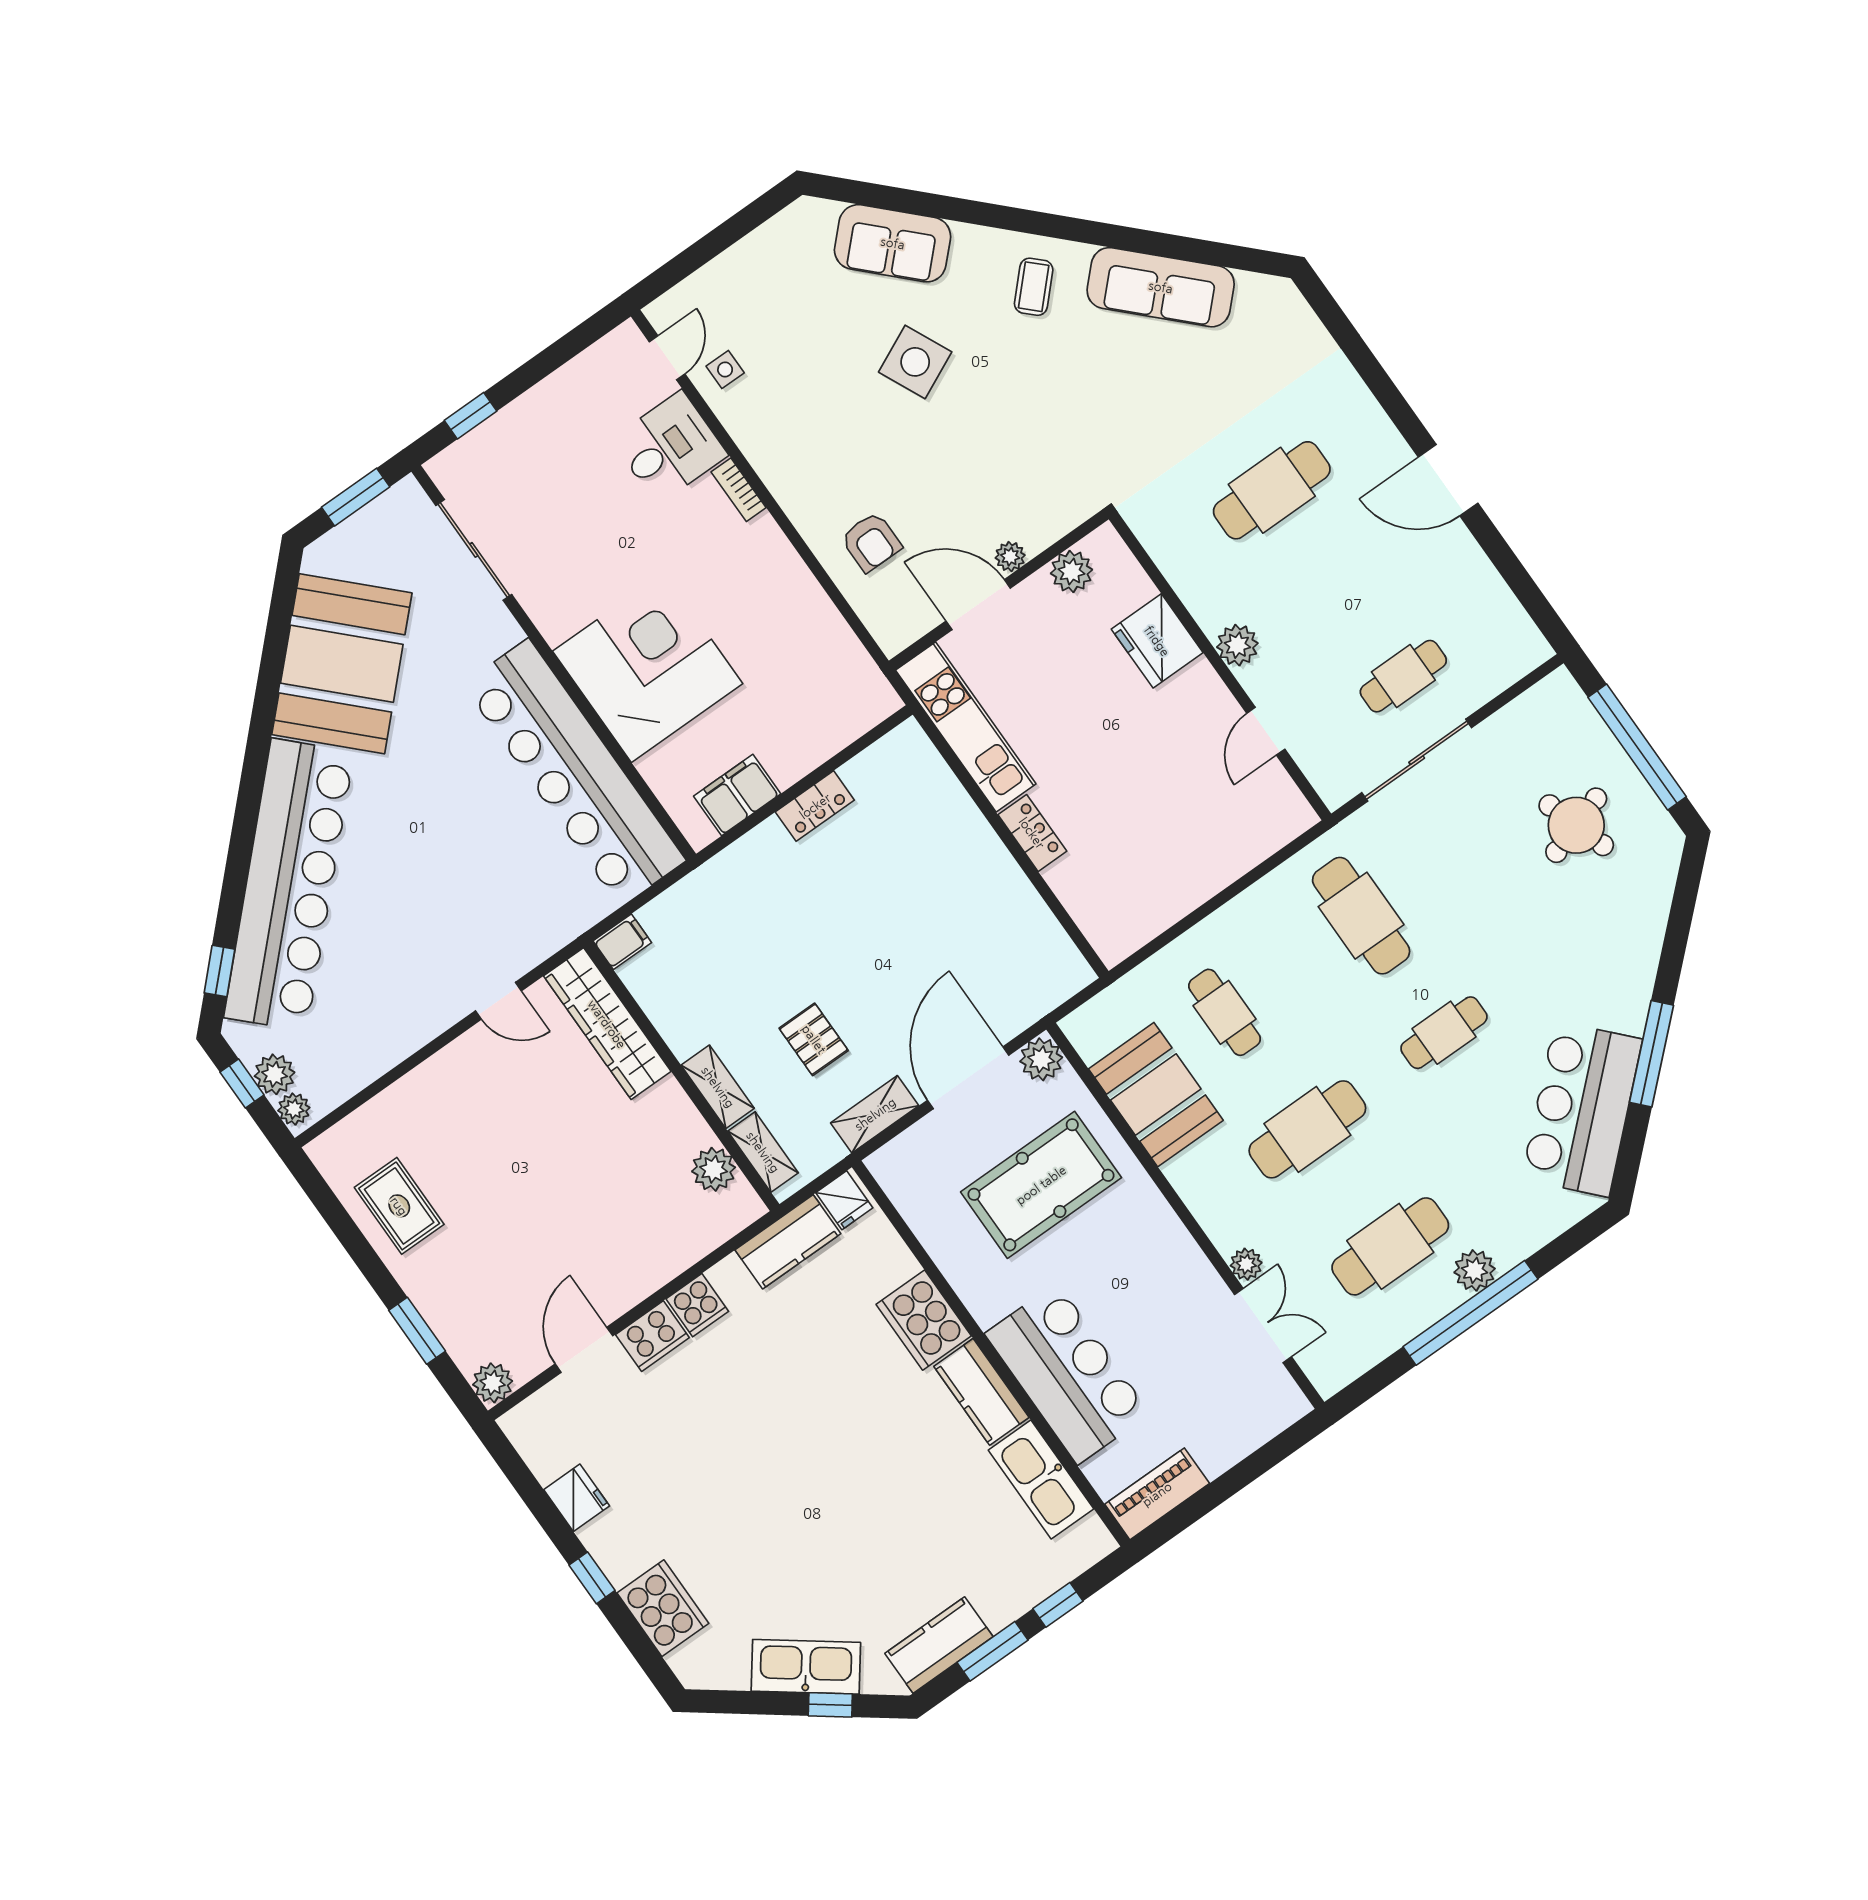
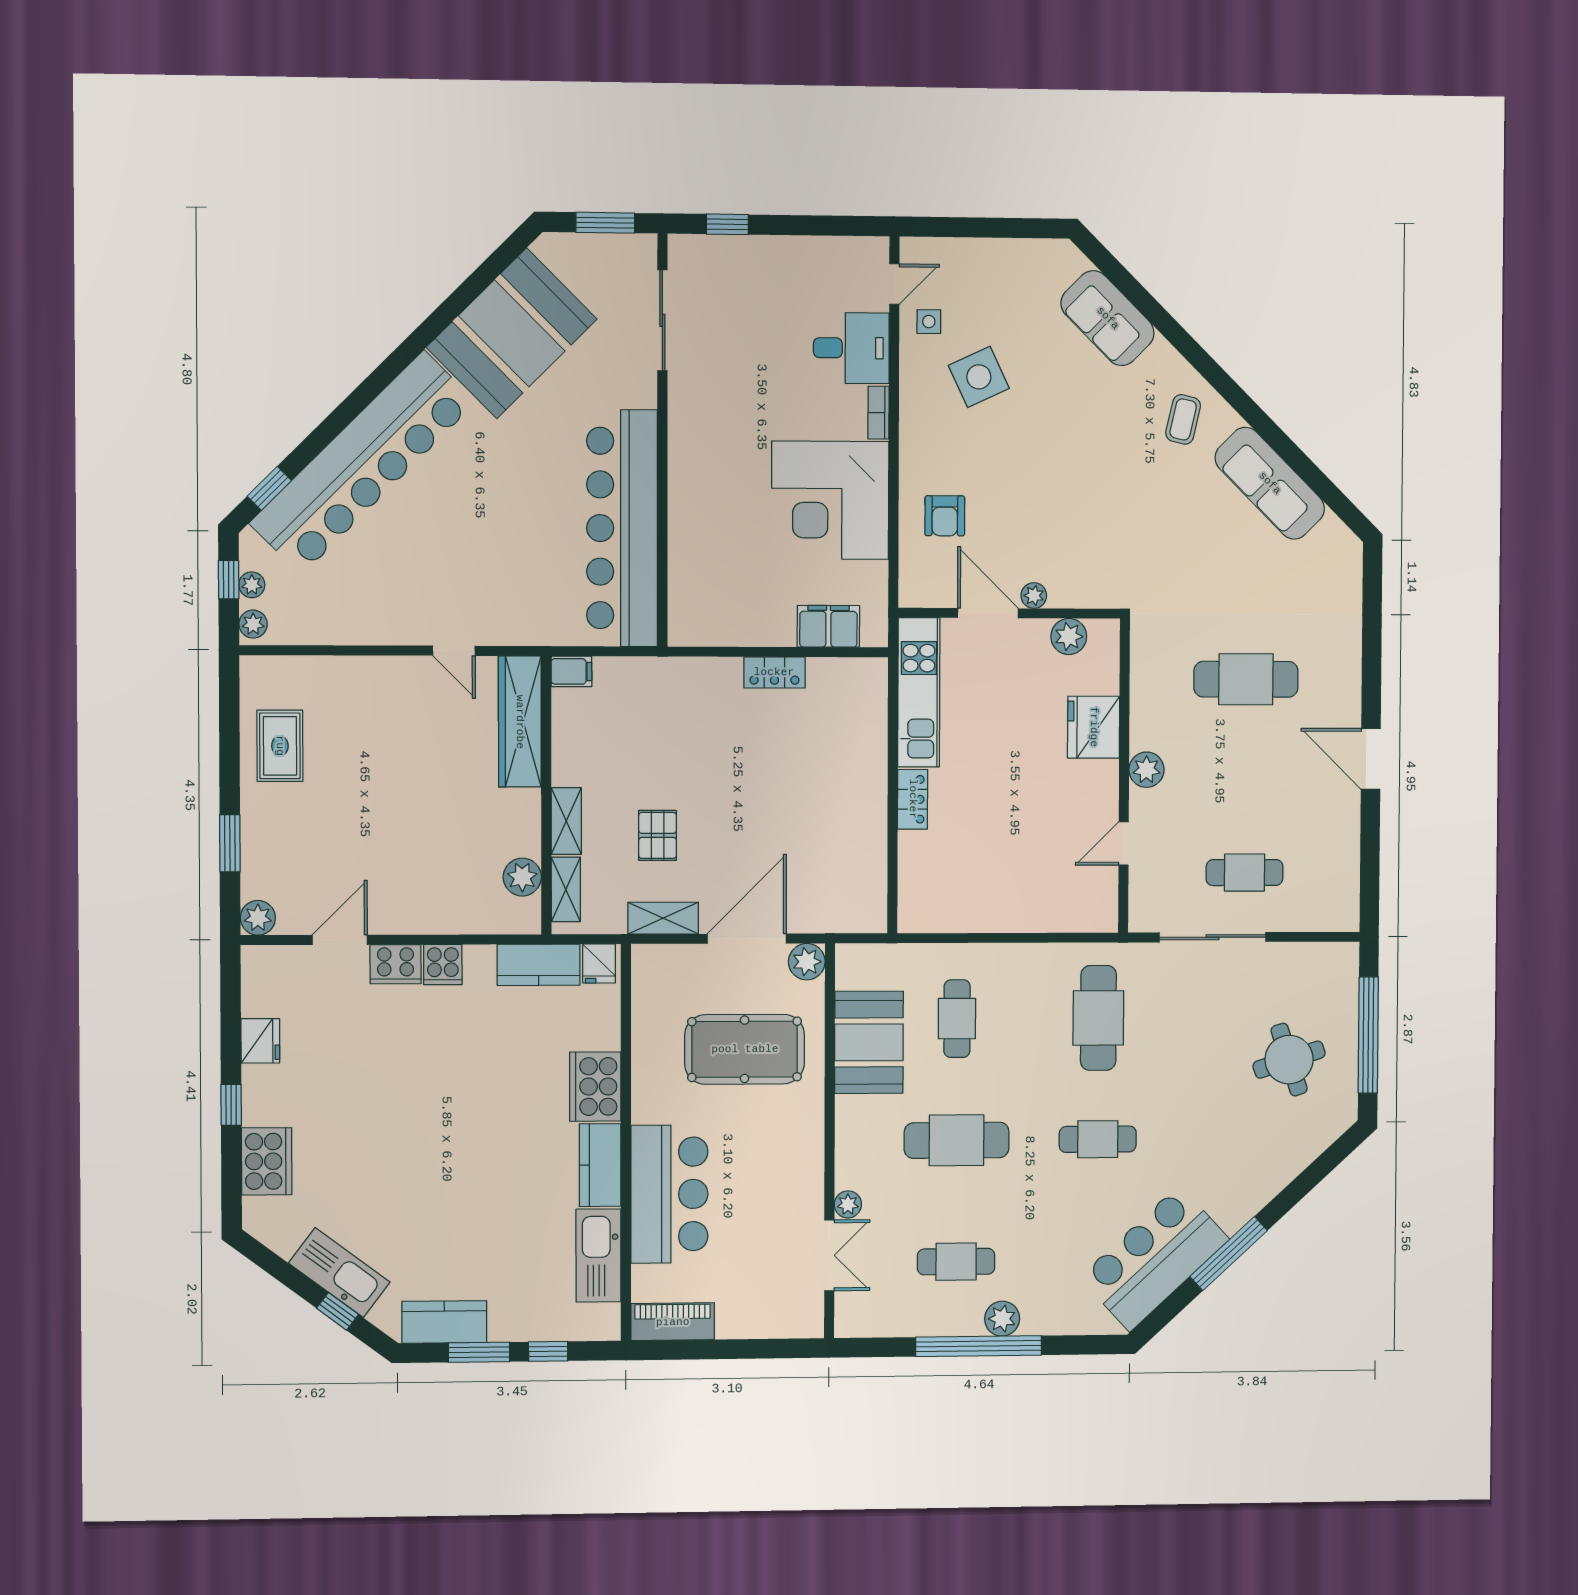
coffee table: (1034, 287) -> (1183, 419), turned -31
side table: (915, 362) -> (979, 377), moved
corner desk: (648, 667) -> (830, 500), moved, turned 180
filing cabinet: (737, 795) -> (828, 626), moved
plant: (275, 1074) -> (252, 585), width x0.73, depth x0.73
cafe table: (1390, 1246) -> (956, 1262), width x0.73, depth x0.74

